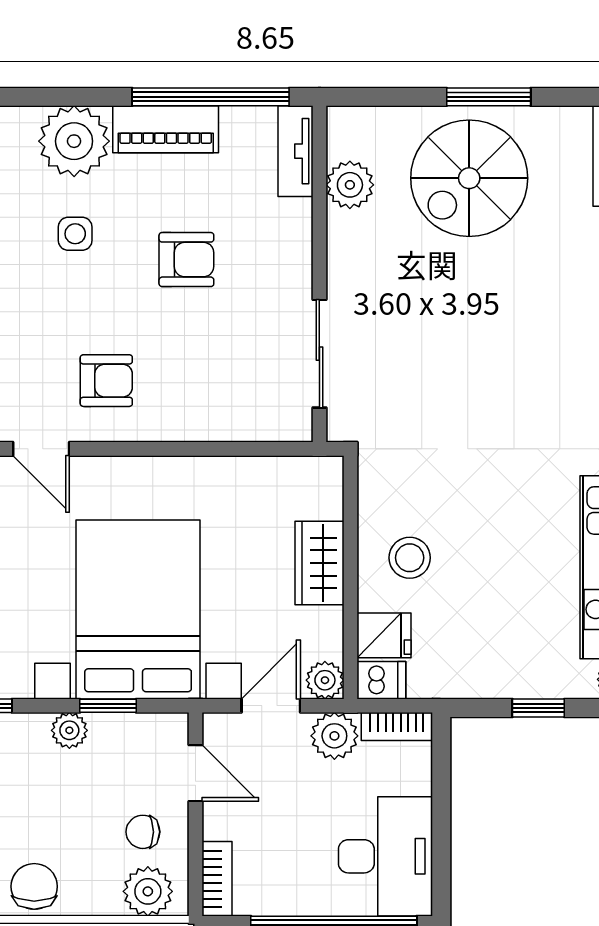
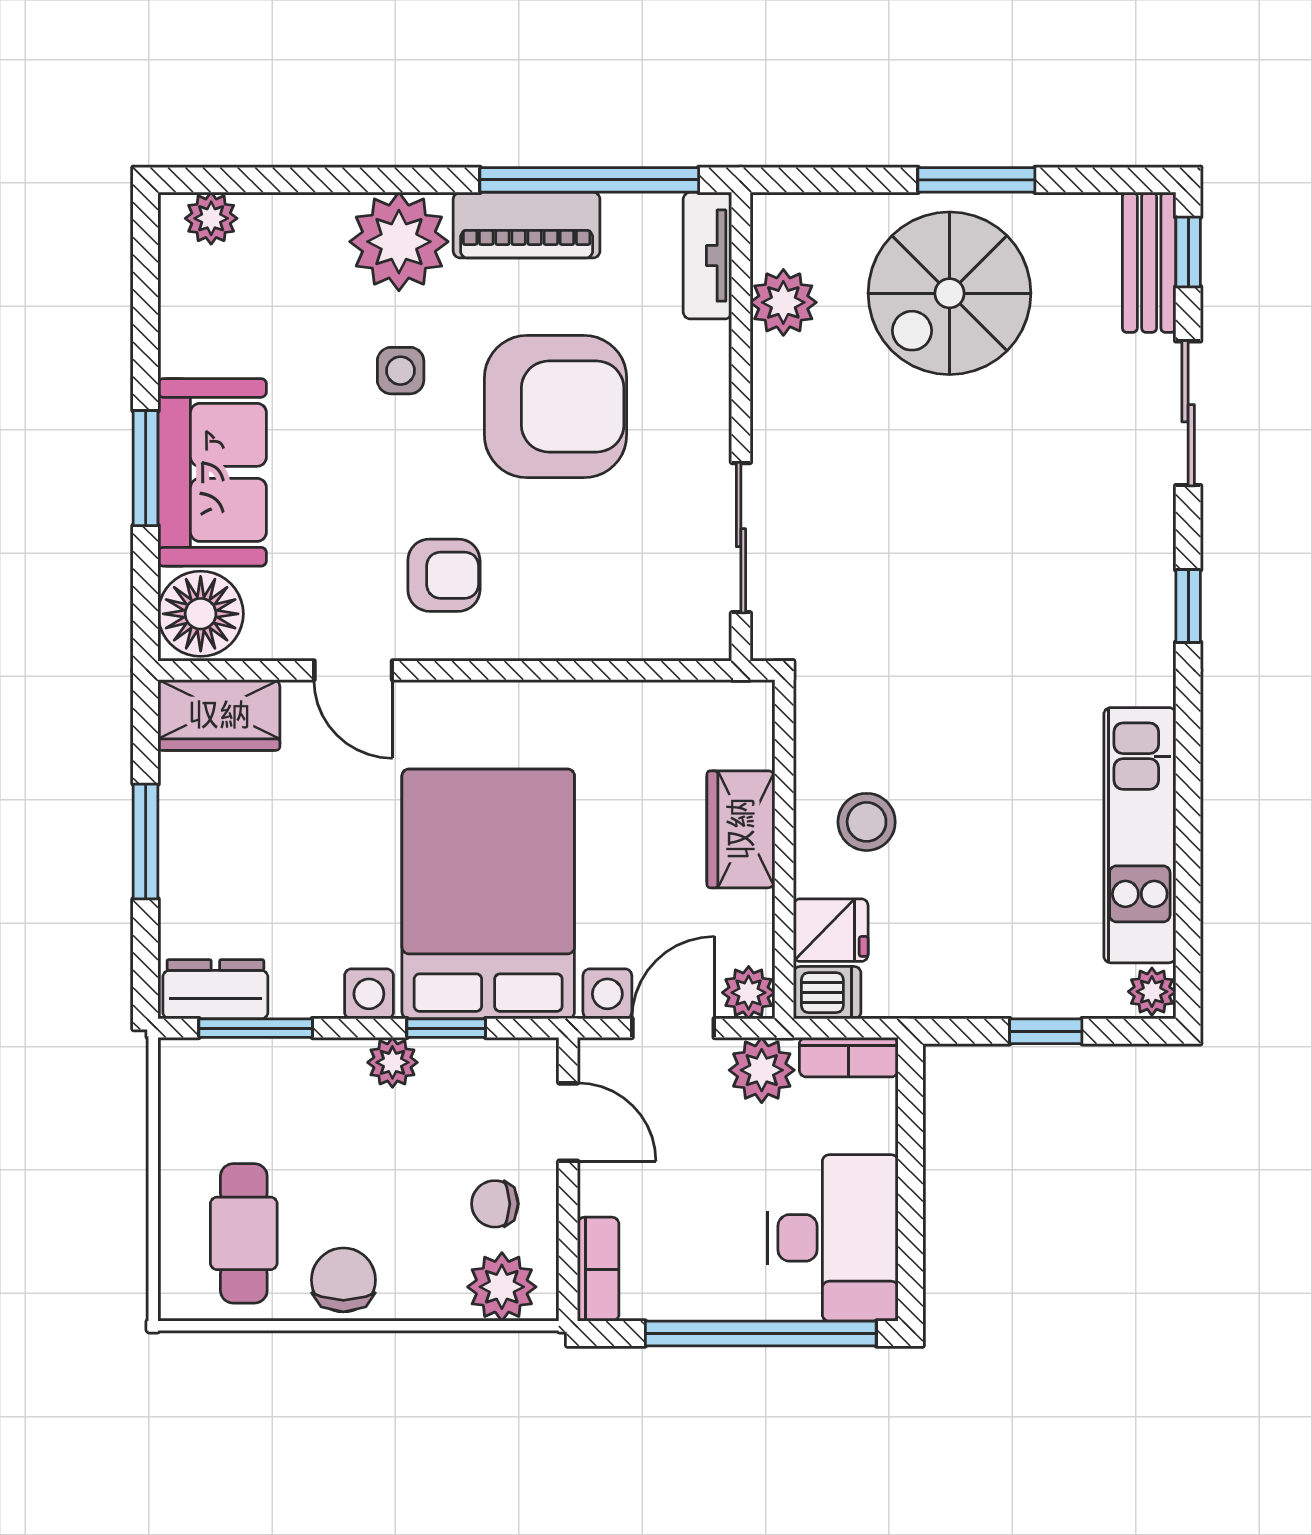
armchair: (186, 260) -> (556, 407), width x1.88, depth x1.88

